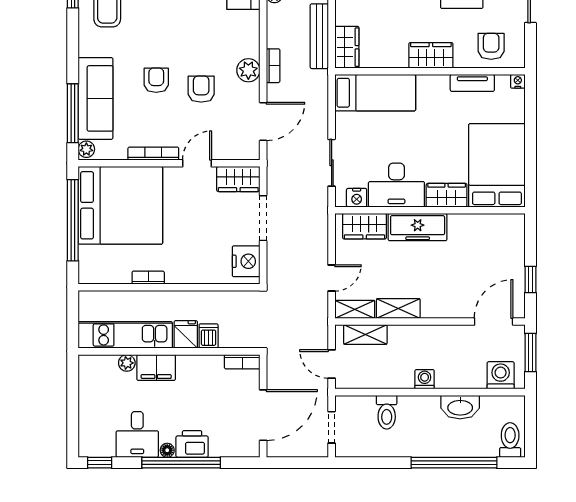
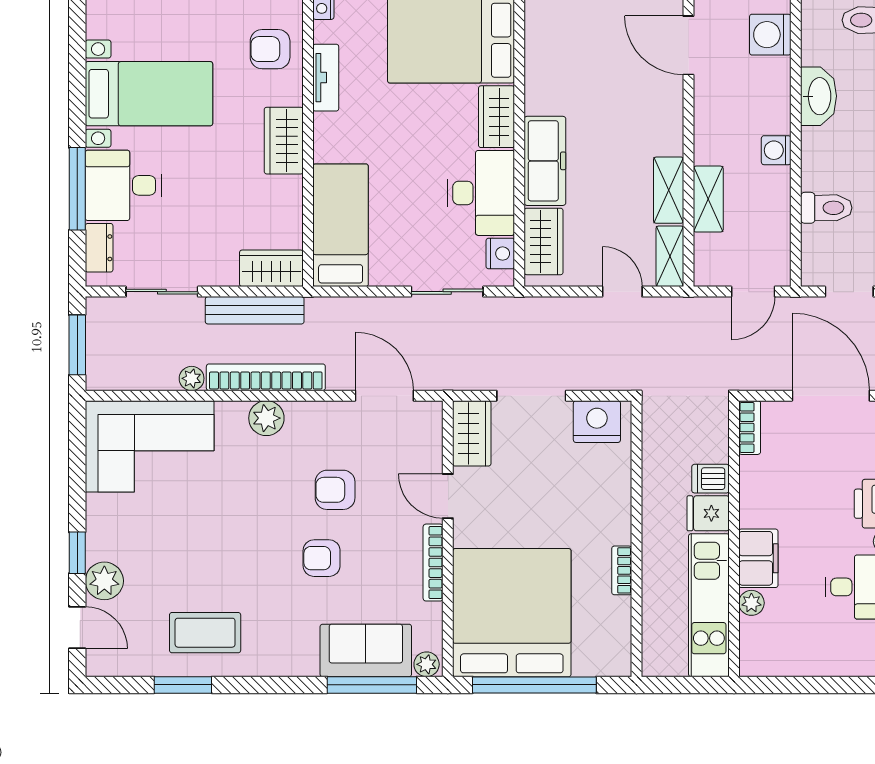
bookcase: (273, 66) -> (266, 377), width x2.31, depth x1.31
plant: (248, 70) -> (266, 418), moved
sofa: (96, 98) -> (366, 650), width x0.73
shelving: (365, 334) -> (708, 199), moved

